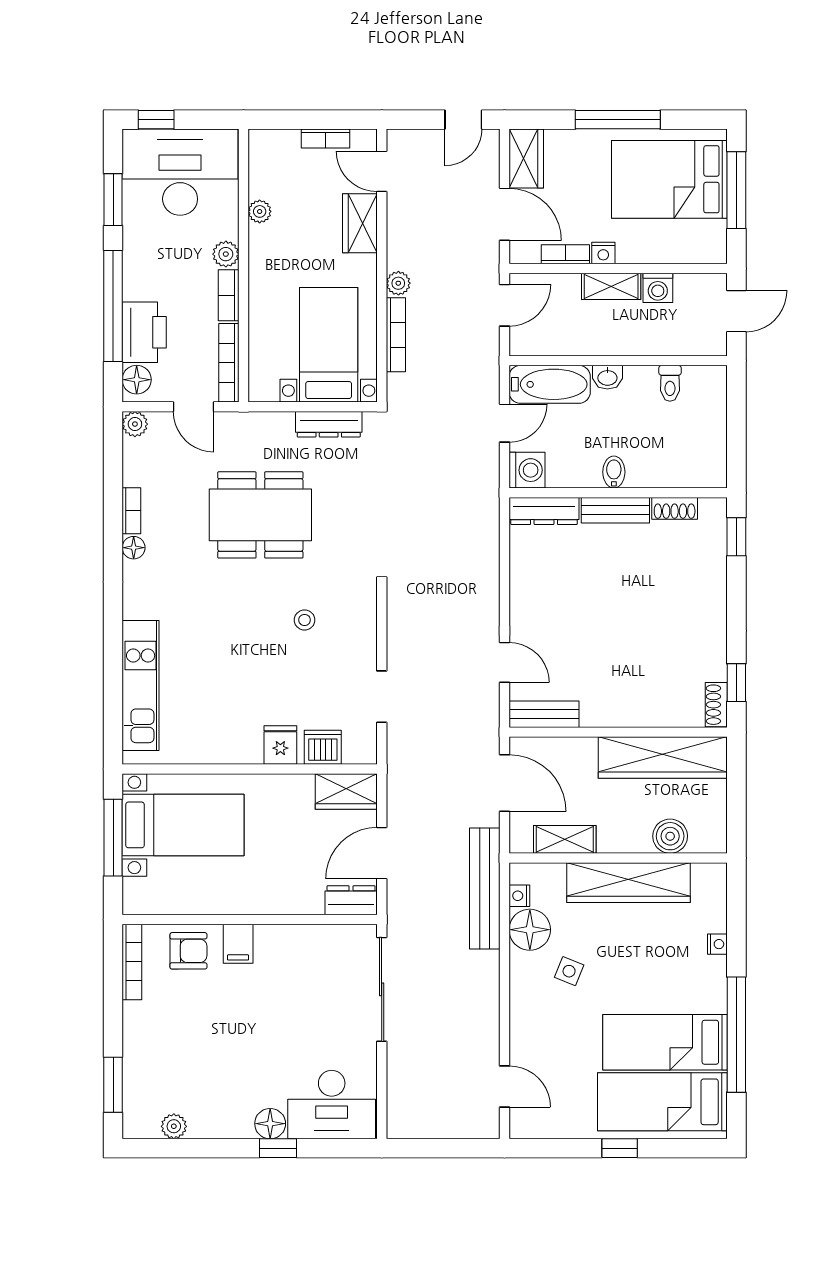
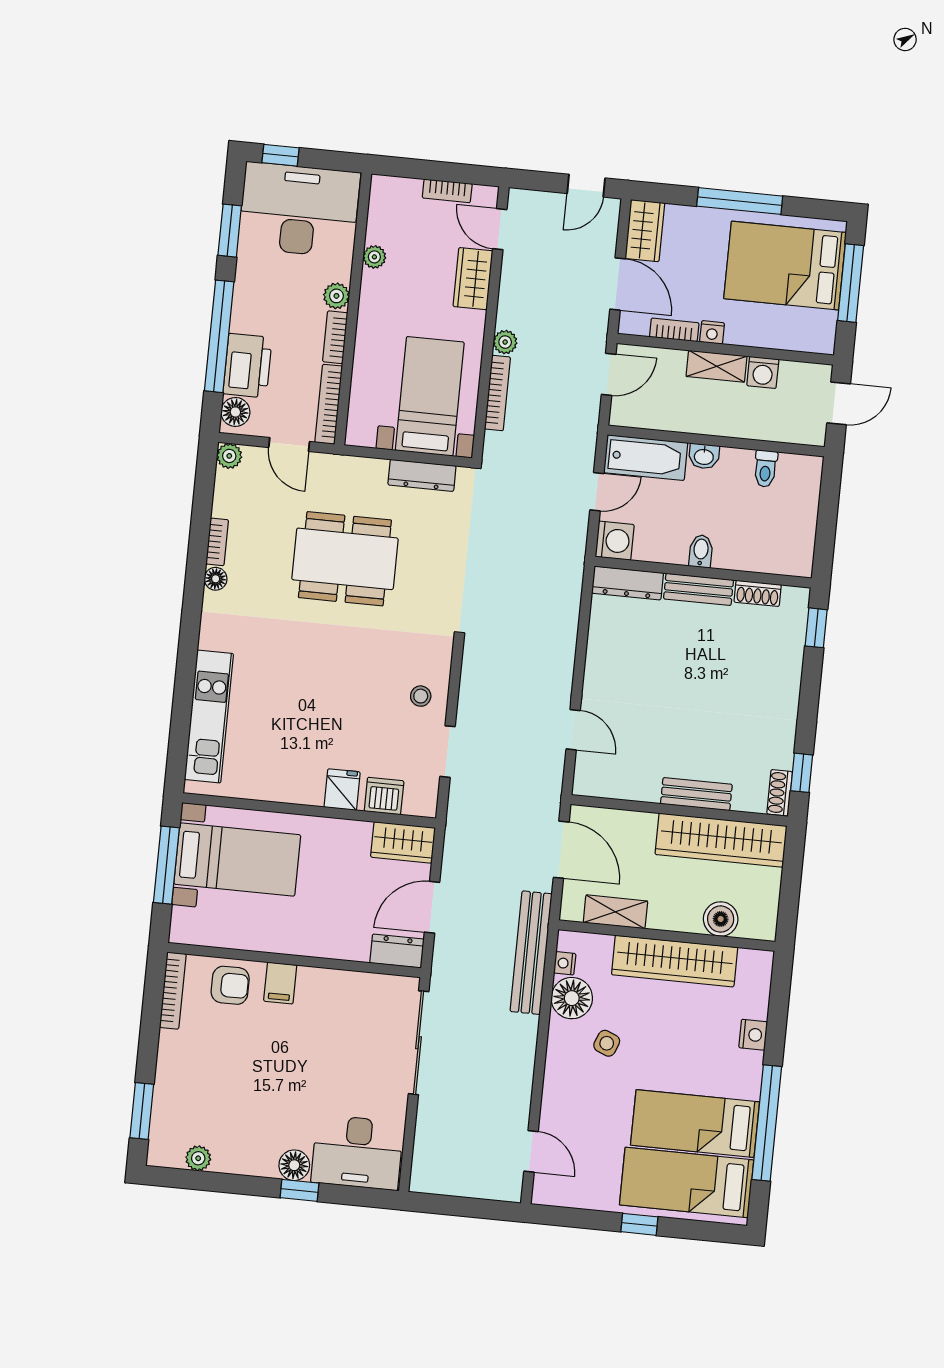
stool: (305, 620) -> (421, 696), moved
bench: (544, 714) -> (696, 794), moved
nightstand: (717, 944) -> (753, 1035), width x1.39, depth x1.35

